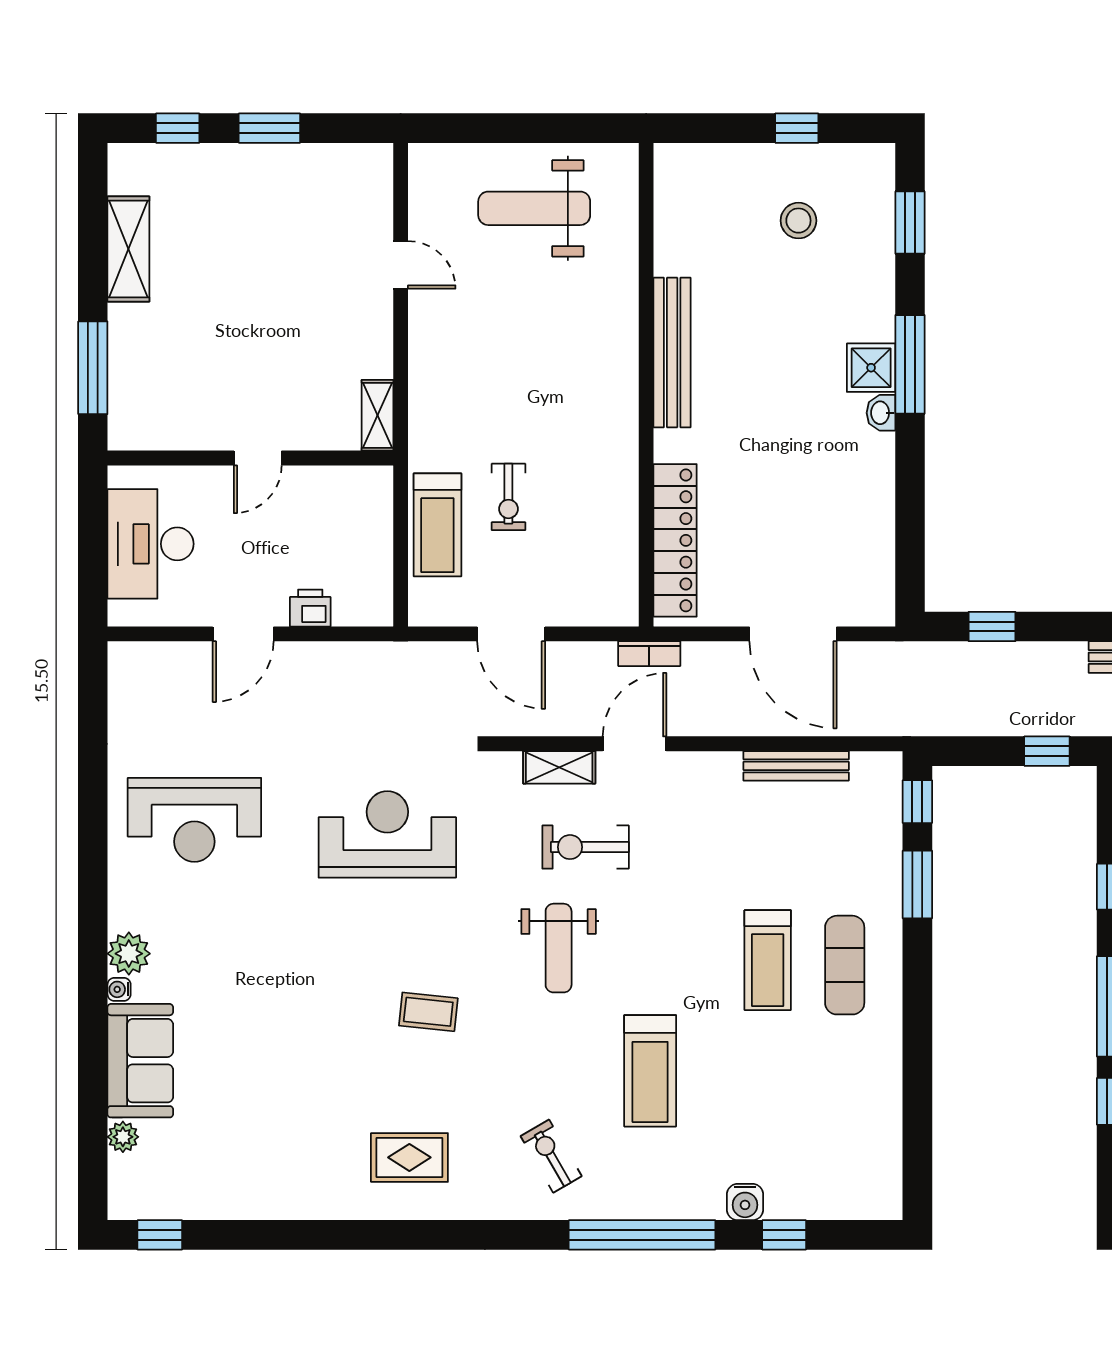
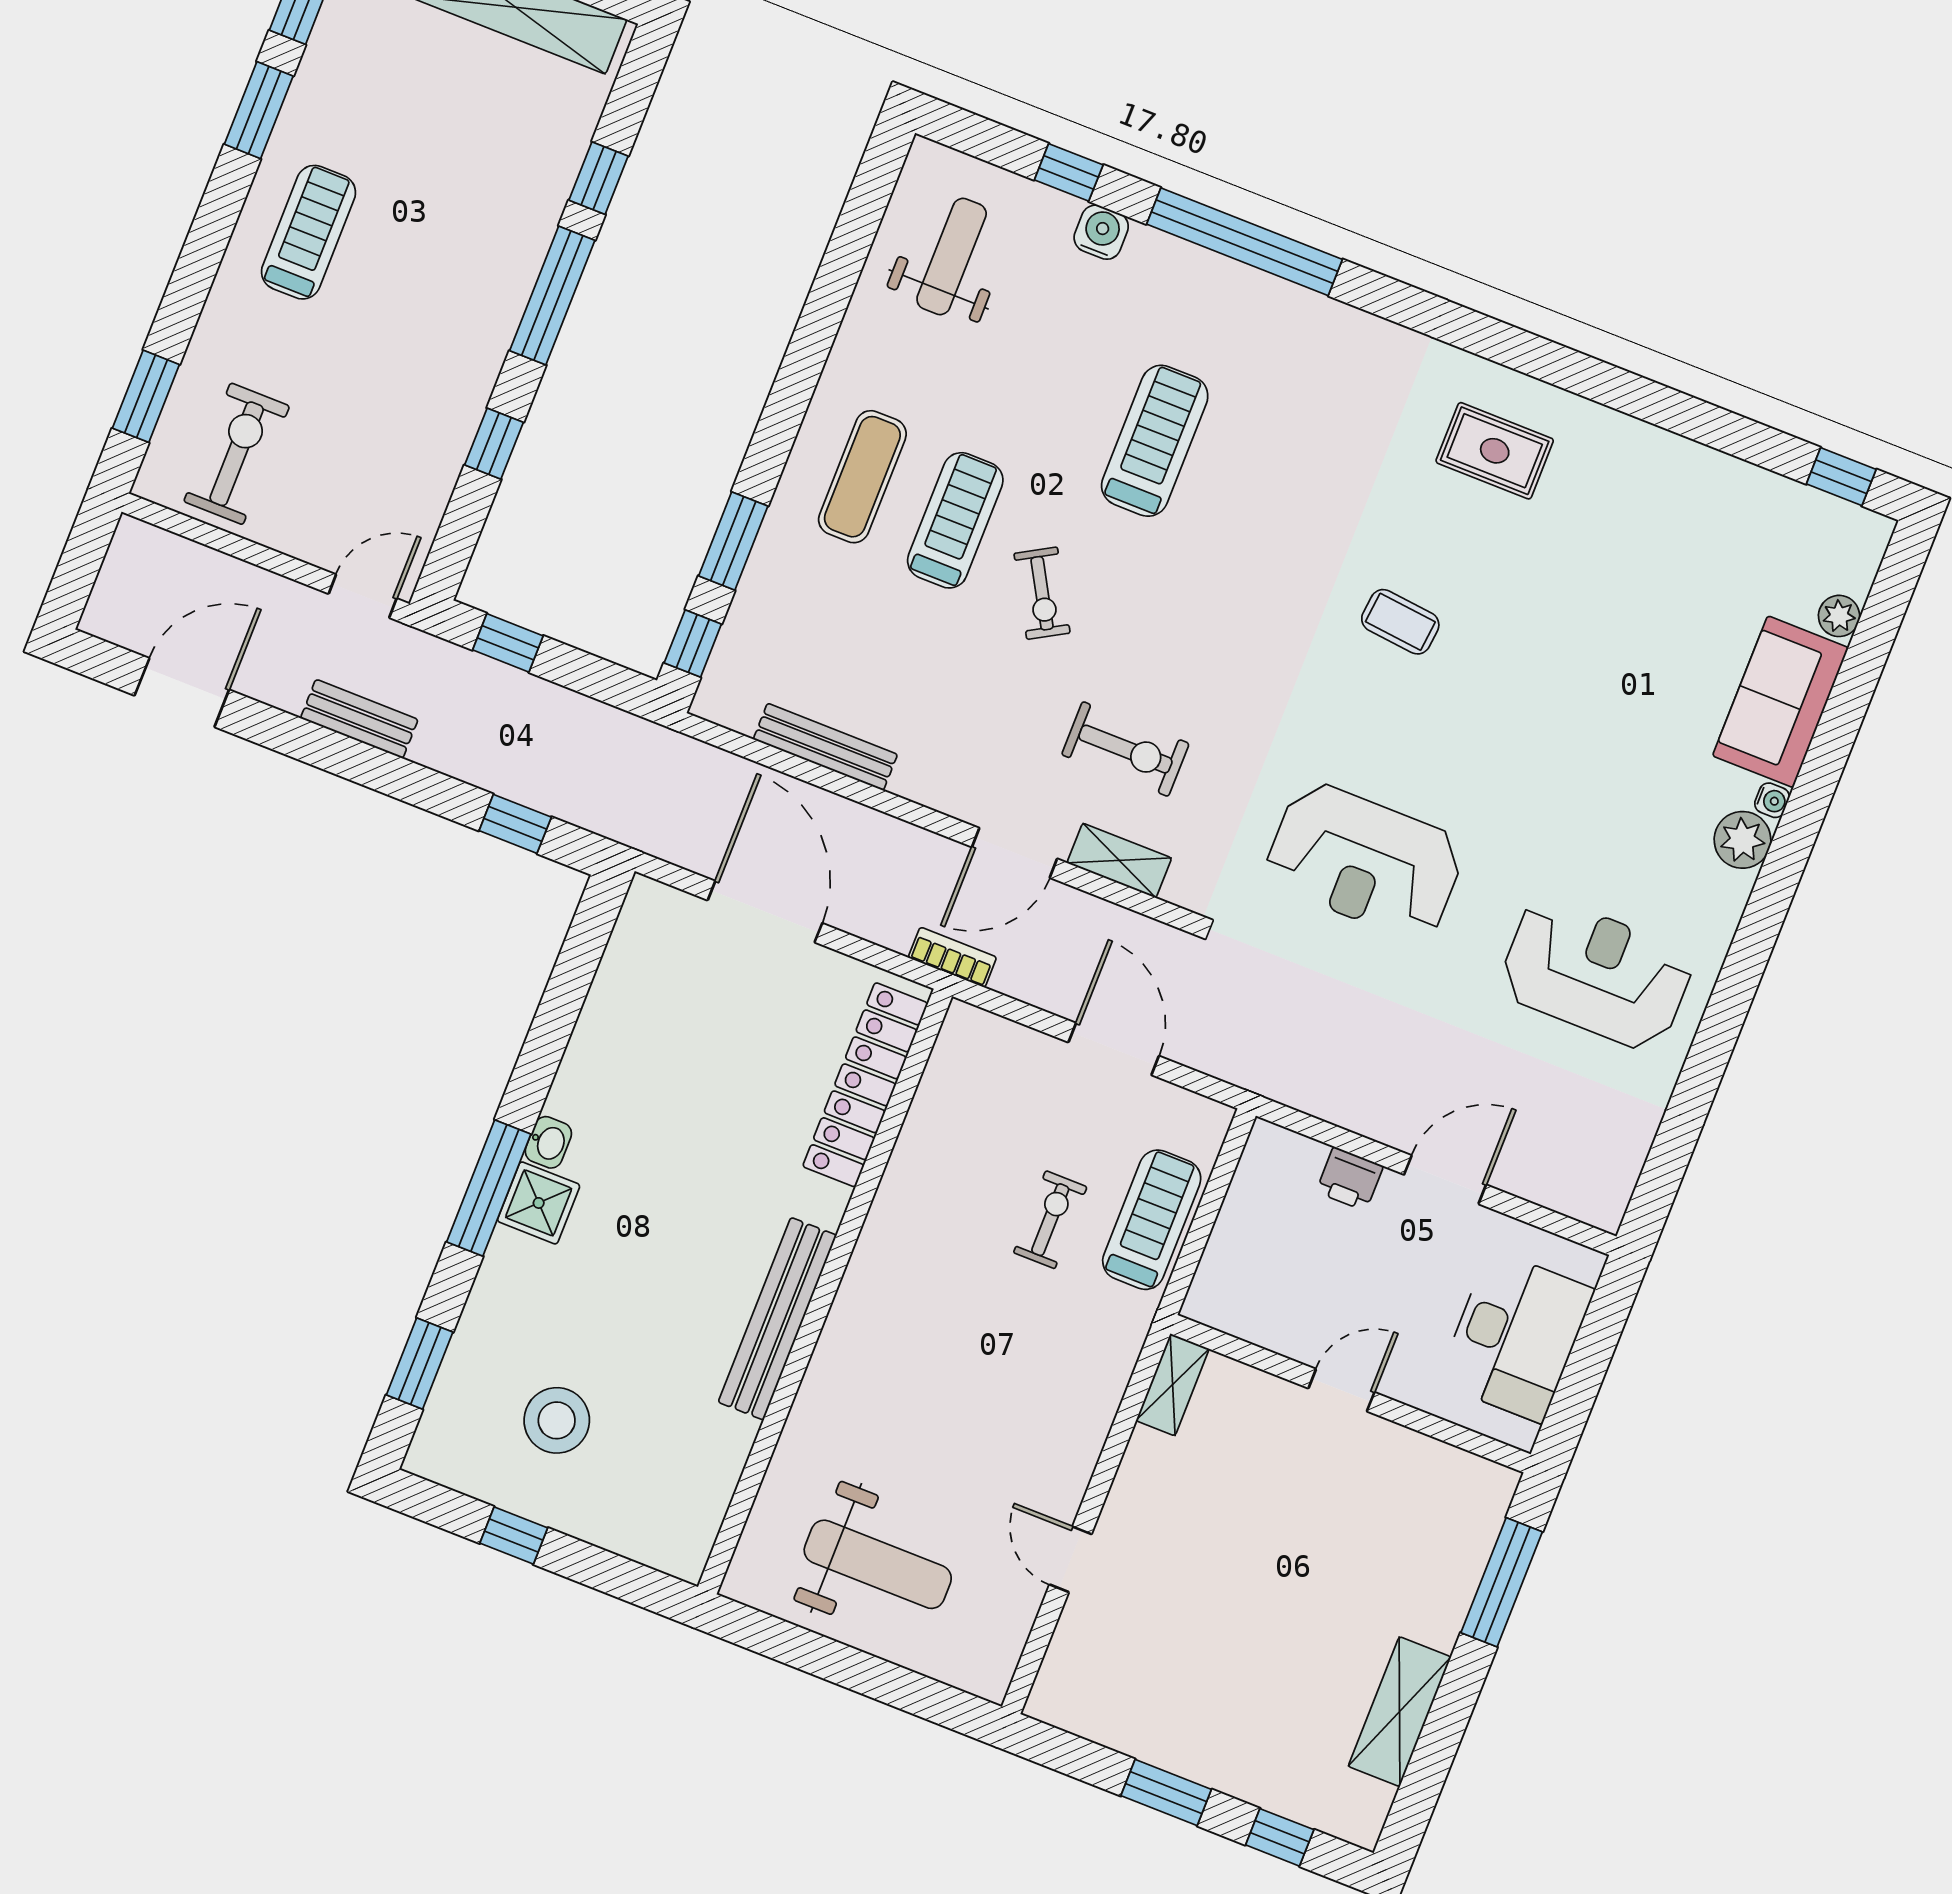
stool: (798, 221) -> (557, 1420), width x1.38, depth x1.38
weight bench: (559, 948) -> (952, 256), moved
exercise bike: (551, 1156) -> (1042, 593), moved

